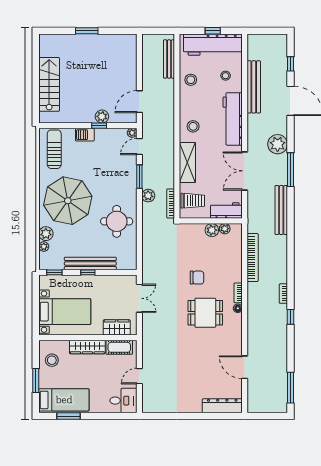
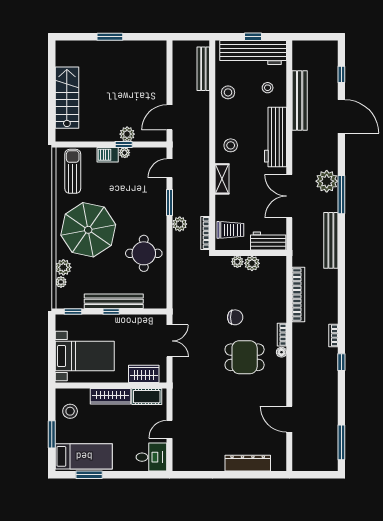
plant: (132, 133) -> (125, 153), moved
plant: (278, 144) -> (327, 181), moved
shelving: (187, 163) -> (222, 179), width x0.67, depth x0.75
plant: (225, 229) -> (237, 262), moved
dresser: (222, 406) -> (248, 463), moved

